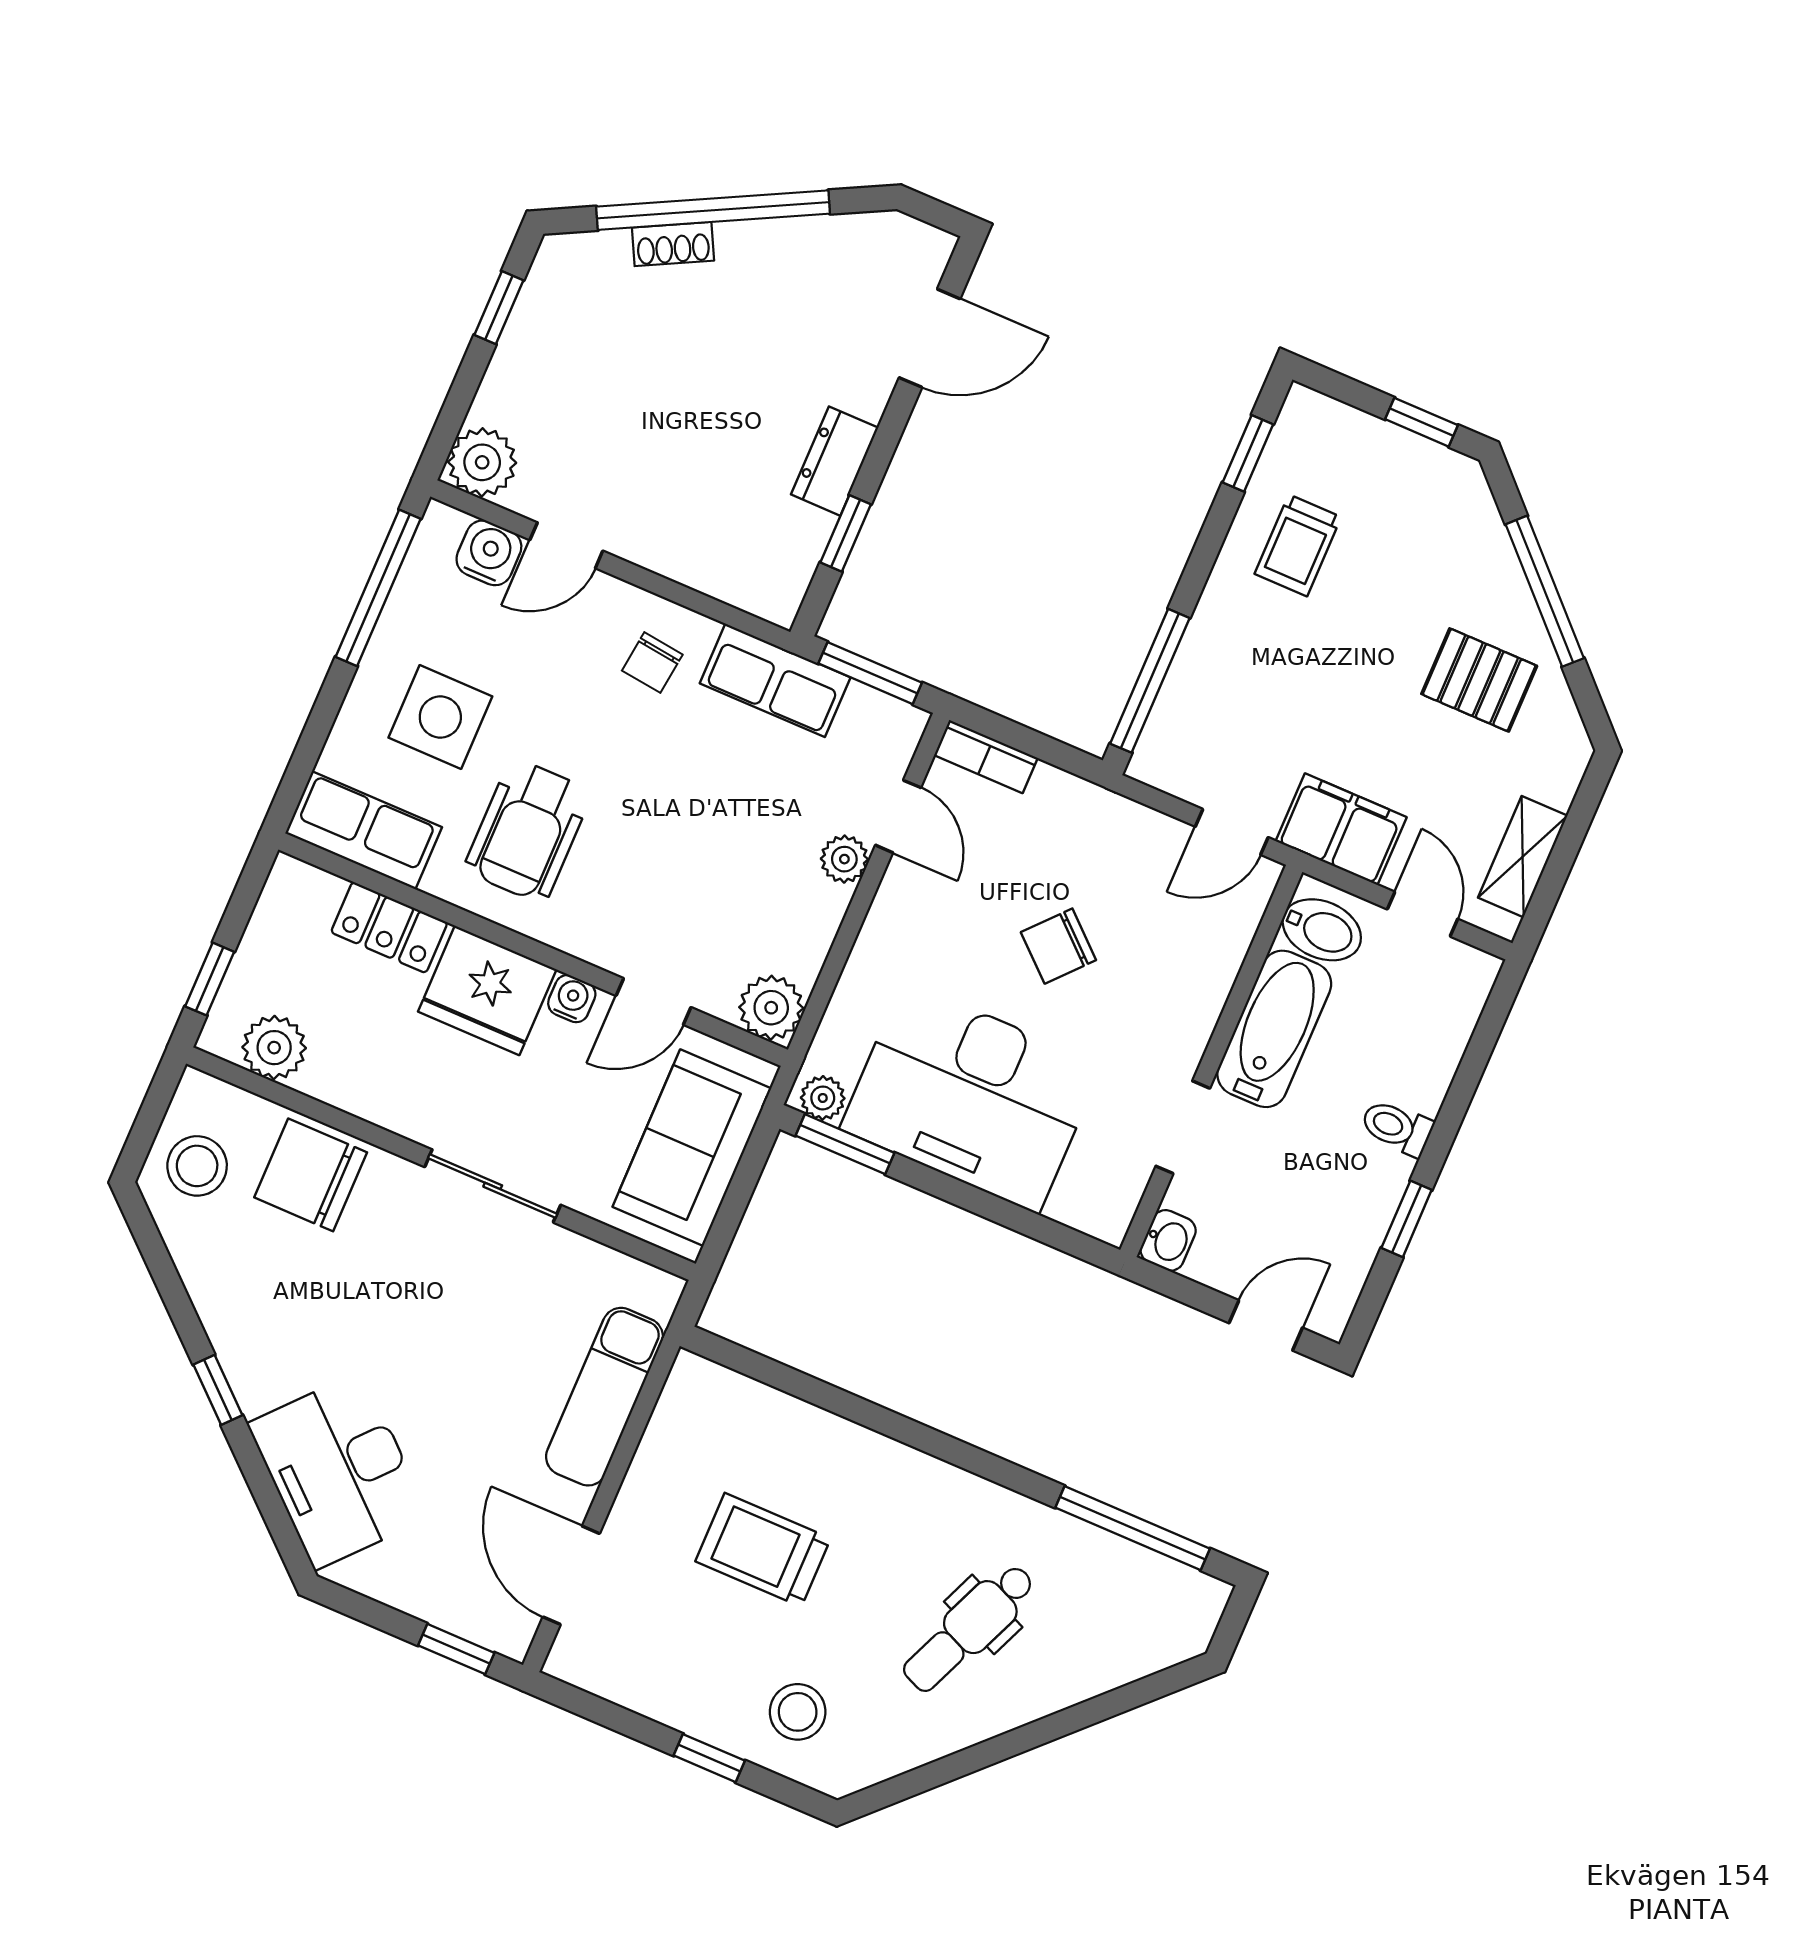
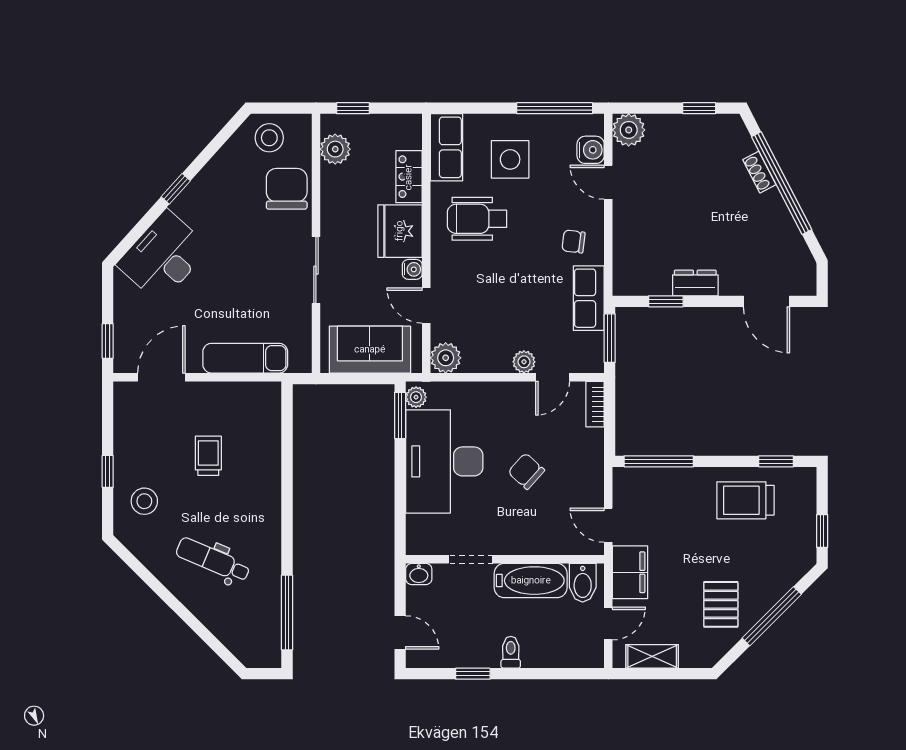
trolley: (1298, 545) -> (745, 500), width x1.36, depth x1.39
trolley: (763, 1550) -> (208, 456), width x0.73, depth x0.72

